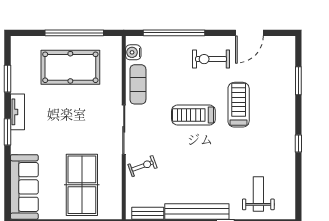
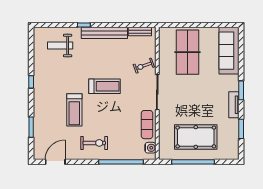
door: (249, 33) -> (55, 162), moved
treadmill: (193, 115) -> (105, 86), moved
weight bench: (258, 194) -> (60, 46), turned 90

